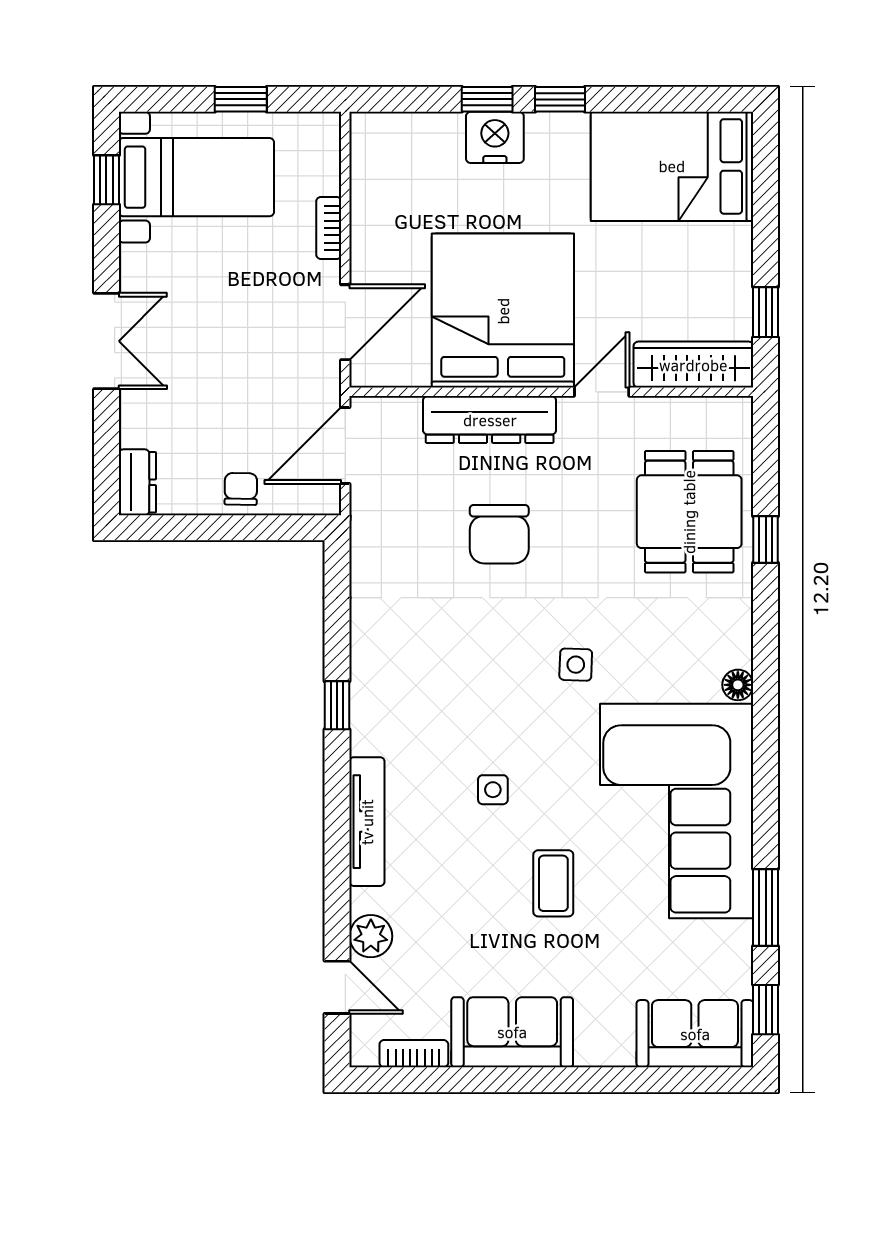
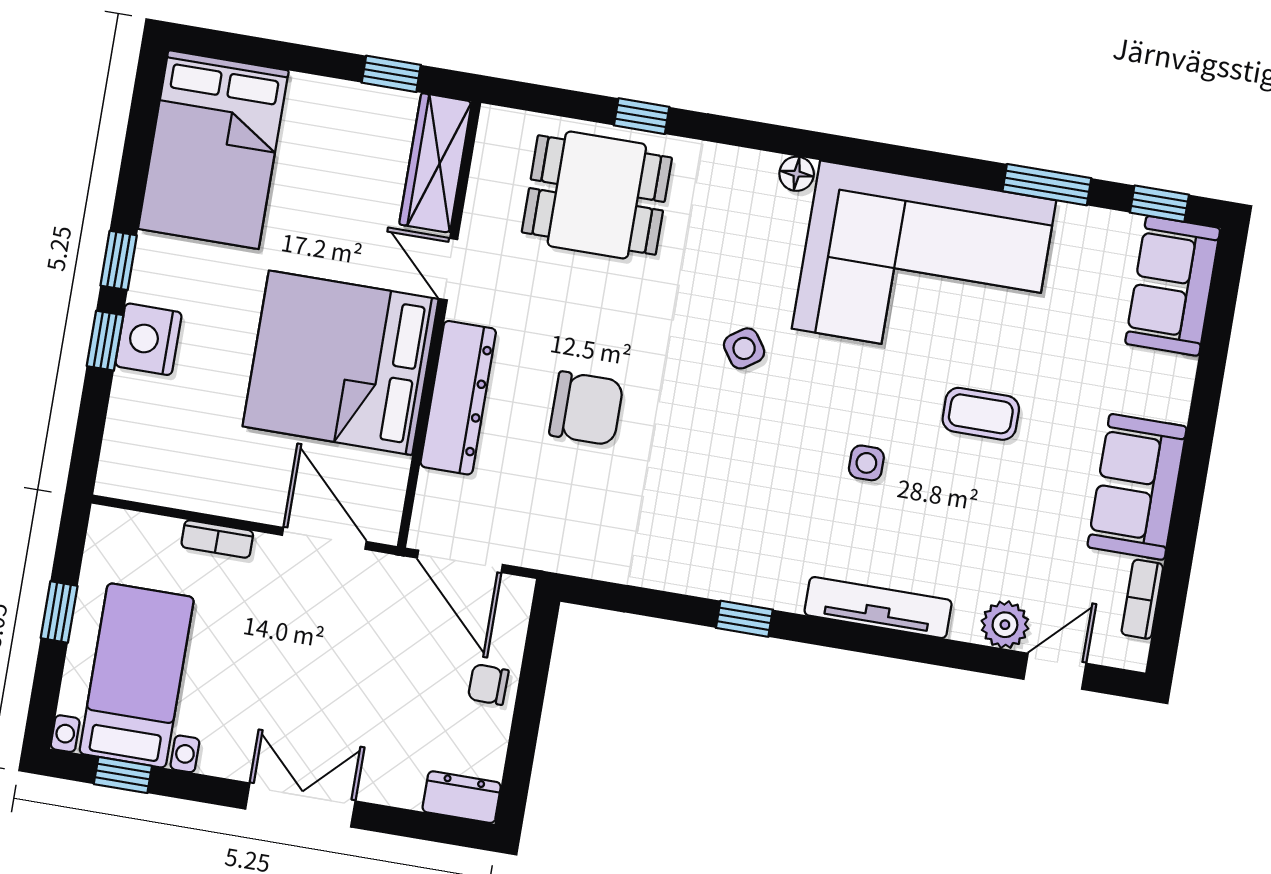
side table: (576, 665) -> (744, 348), turned -37

